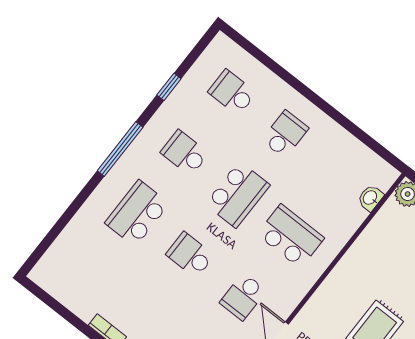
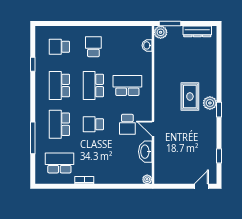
window: (120, 149) -> (33, 138), moved
school desk: (185, 153) -> (59, 85), width x1.85
school desk: (238, 195) -> (93, 85), turned 180
school desk: (90, 274) -> (59, 163), added

